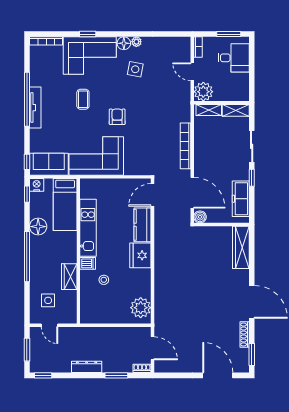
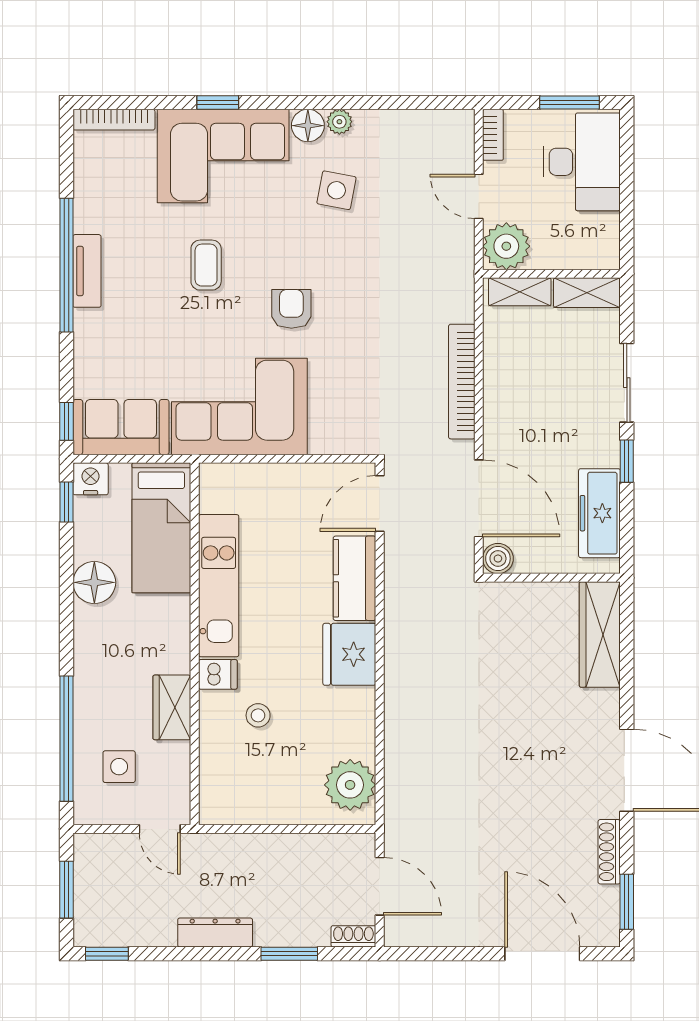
desk: (234, 58) -> (582, 162), width x1.37
tv unit: (35, 108) -> (87, 271), width x0.71
window: (27, 257) -> (66, 739), moved
door: (50, 325) -> (160, 829), moved

